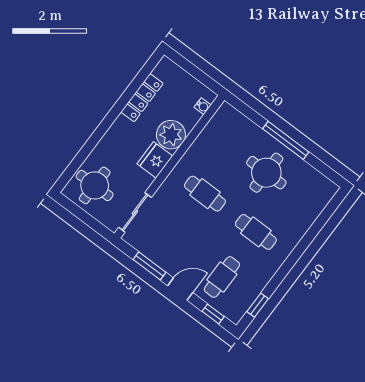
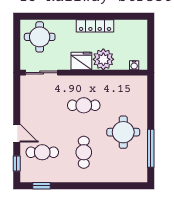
locker: (142, 98) -> (95, 26), moved
window: (286, 140) -> (151, 148), moved
cafe table: (205, 194) -> (84, 105), turned 90
window: (149, 266) -> (17, 105), removed

